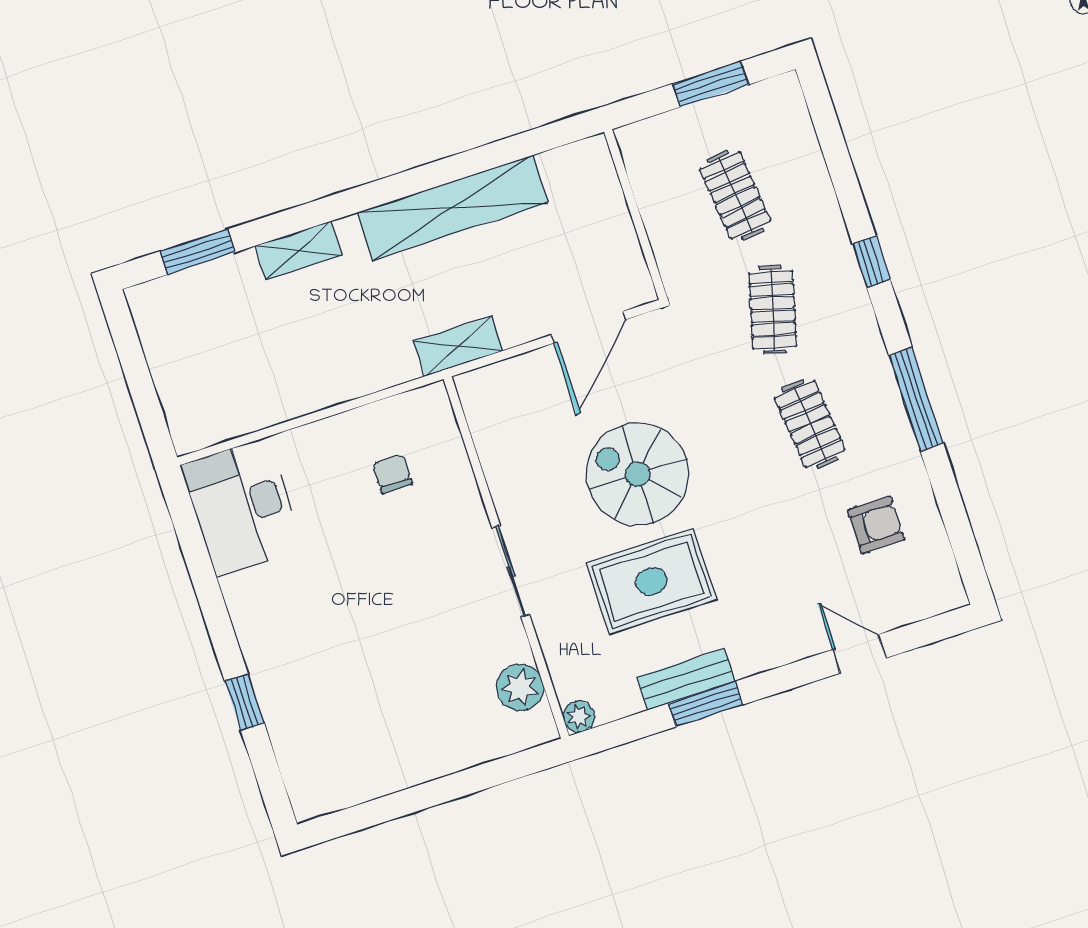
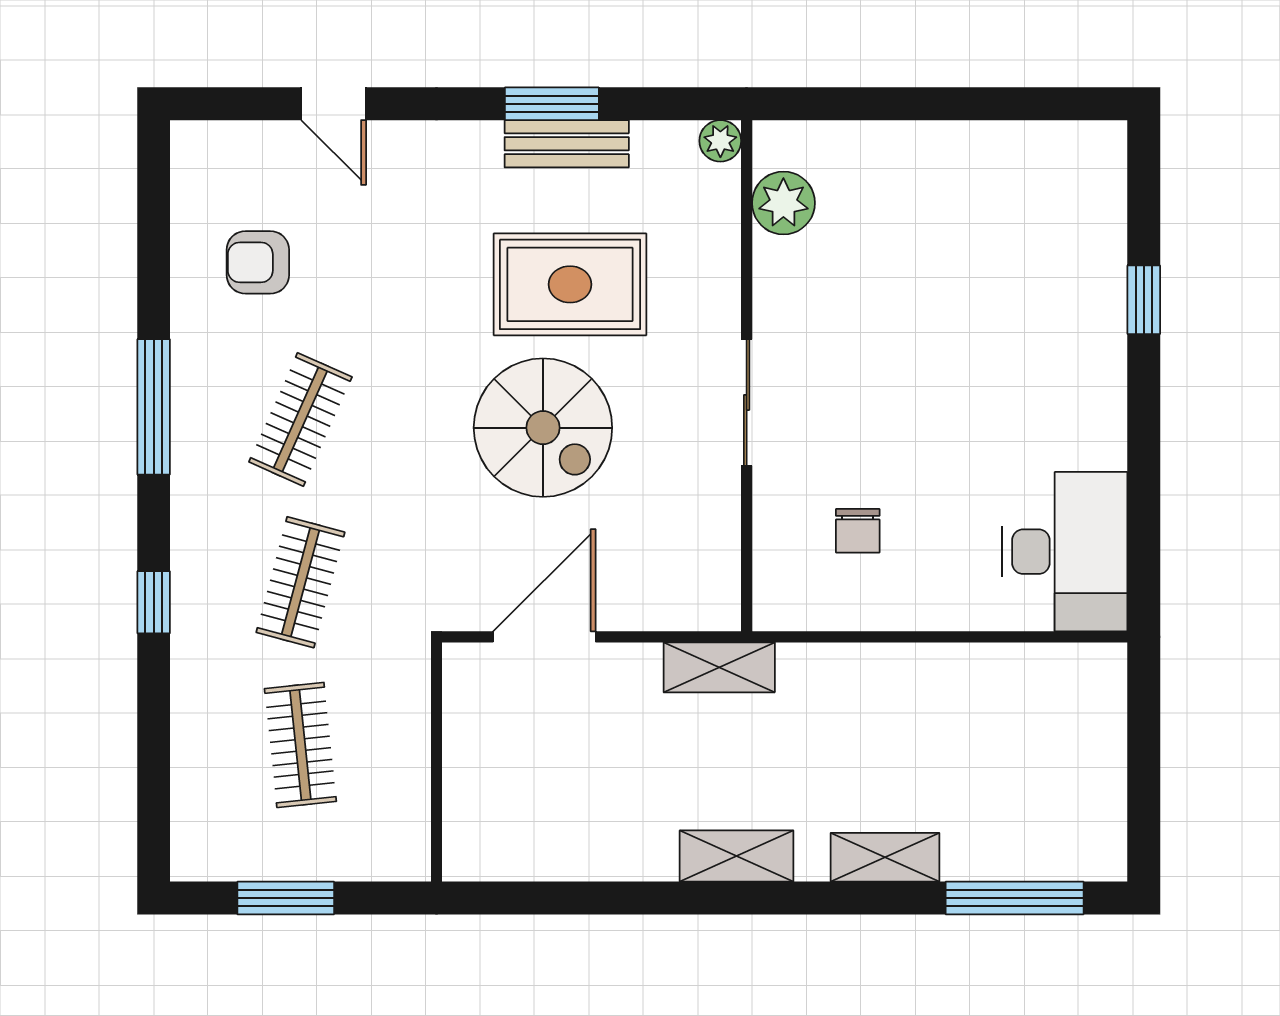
shelving: (453, 208) -> (737, 856), width x0.45, depth x0.75
window: (198, 252) -> (1015, 898), width x1.44
clothes rail: (810, 424) -> (300, 419), turned 30
sliding door: (511, 571) -> (747, 403), moved

